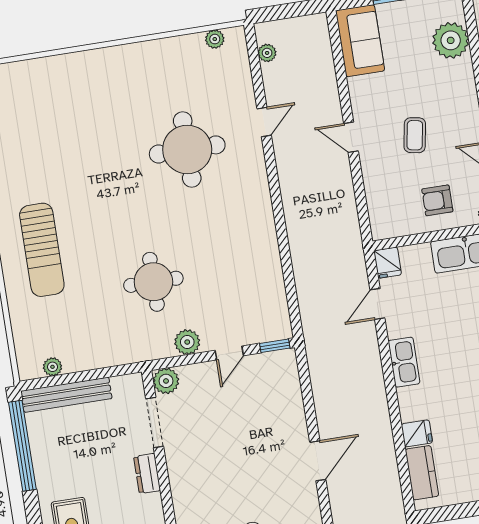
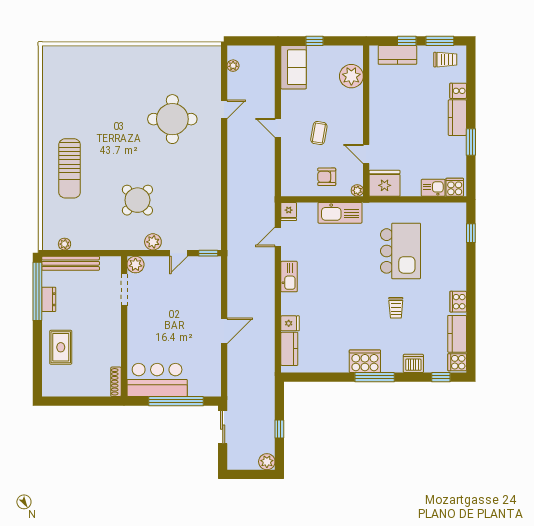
plant: (215, 39) -> (201, 51), removed
round table: (153, 282) -> (137, 200), turned 45
dresser: (147, 473) -> (49, 299), moved, turned 180

